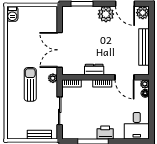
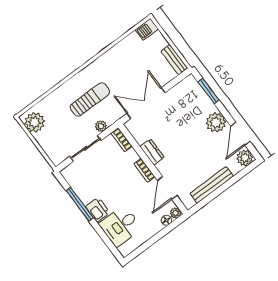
plant: (53, 78) -> (101, 126), moved
desk: (137, 126) -> (120, 226), moved
plant: (18, 131) -> (35, 122), added
bench: (39, 135) -> (174, 60), moved

